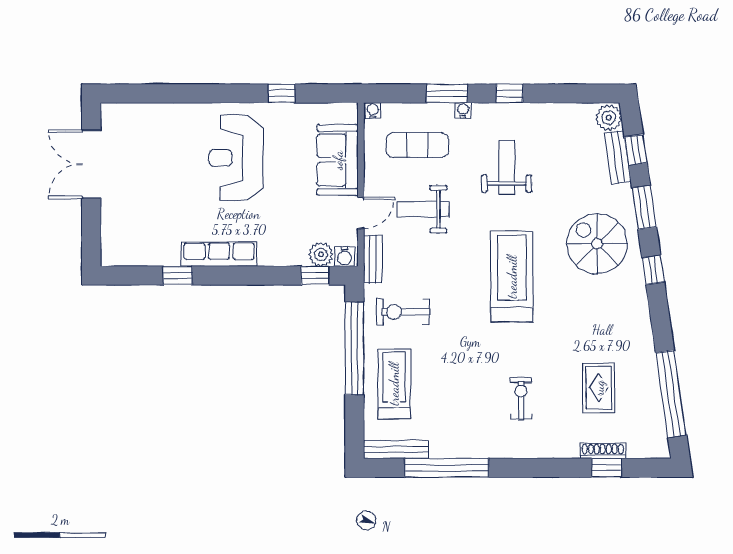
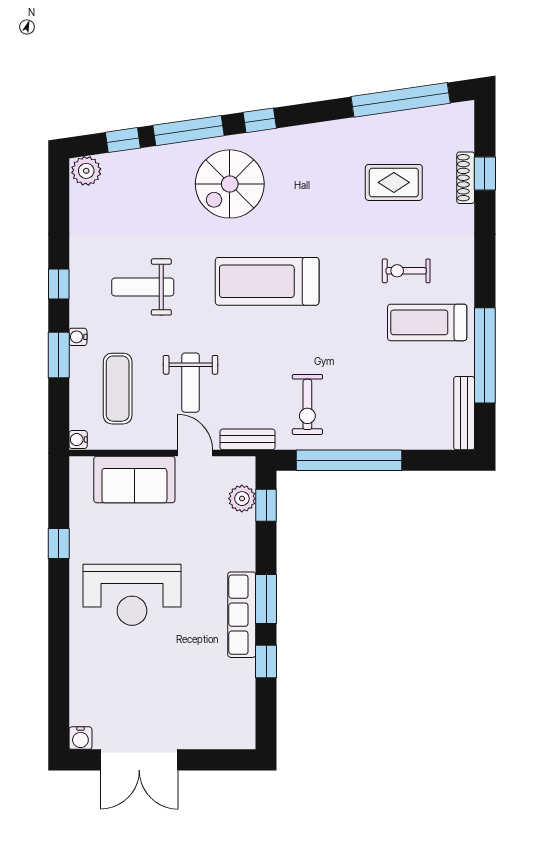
bench: (618, 157) -> (131, 161), removed
window: (644, 207) -> (188, 131), width x1.44
water cooler: (345, 256) -> (80, 738), moved, turned 90
window: (233, 276) -> (266, 599), added
treadmill: (394, 384) -> (427, 322), moved

